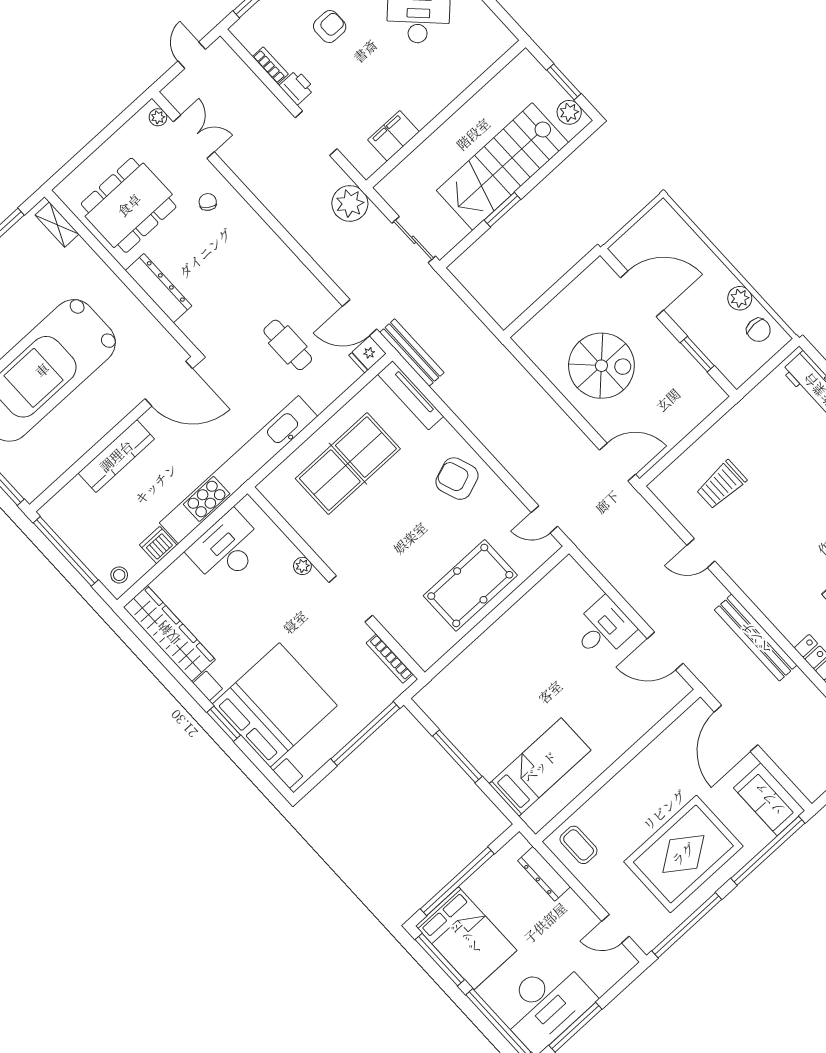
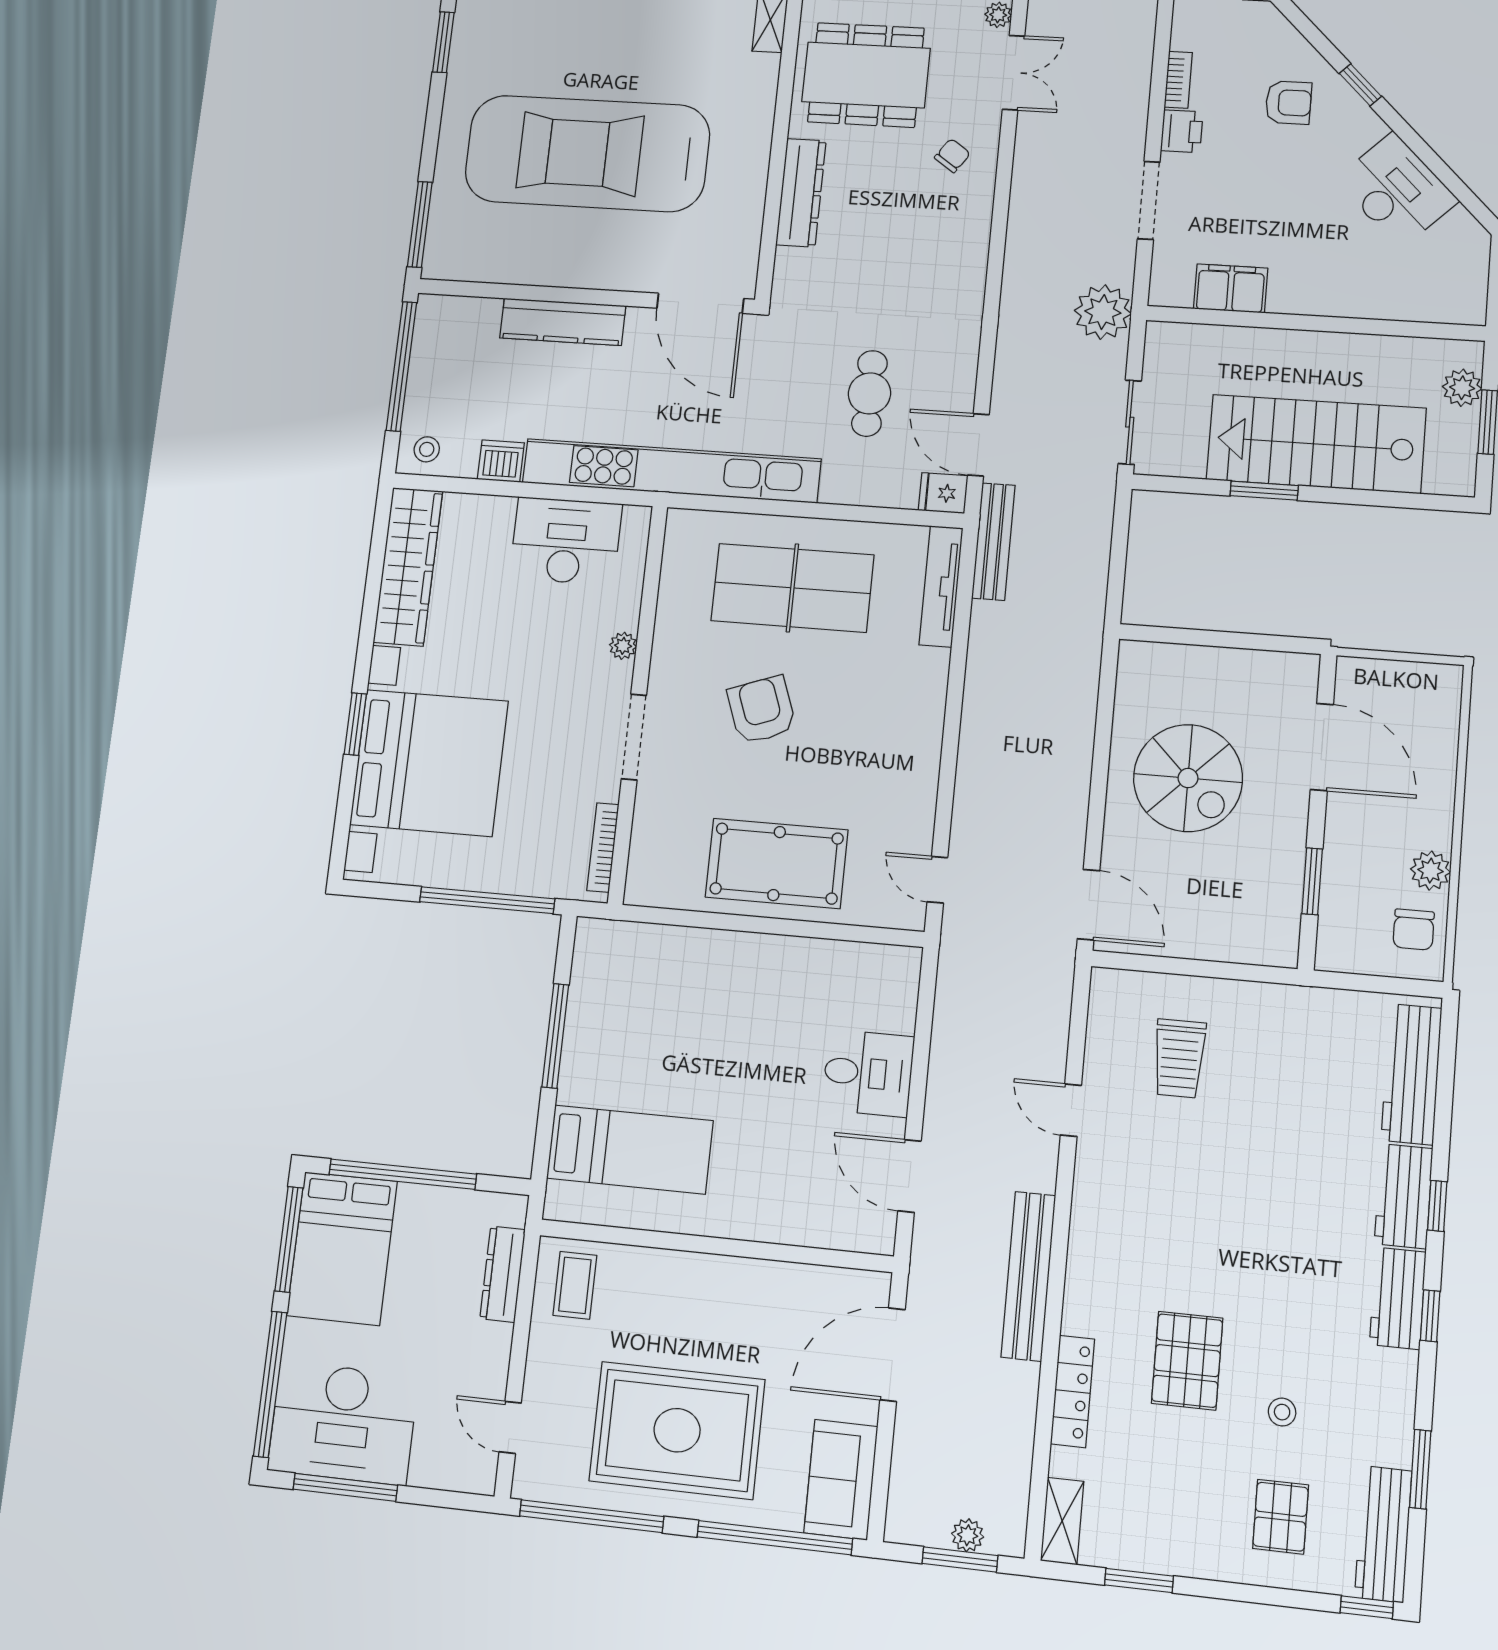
plant: (569, 112) -> (1462, 388), moved
armchair: (457, 479) -> (762, 710), moved
trolley: (721, 485) -> (1179, 1058), turned -90

